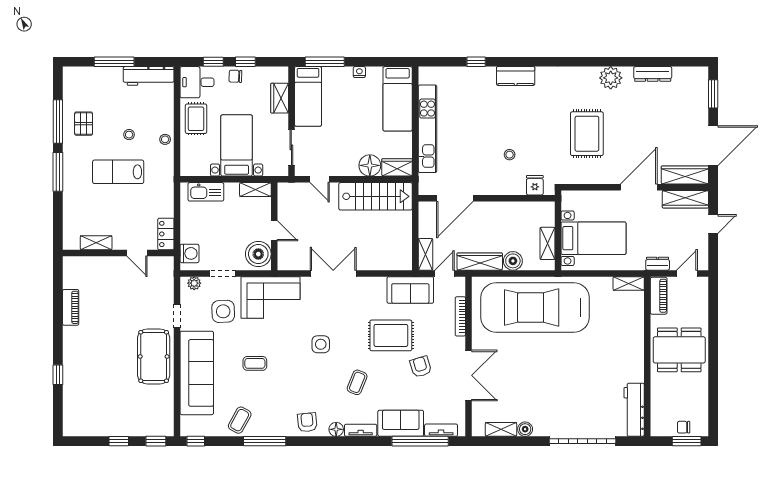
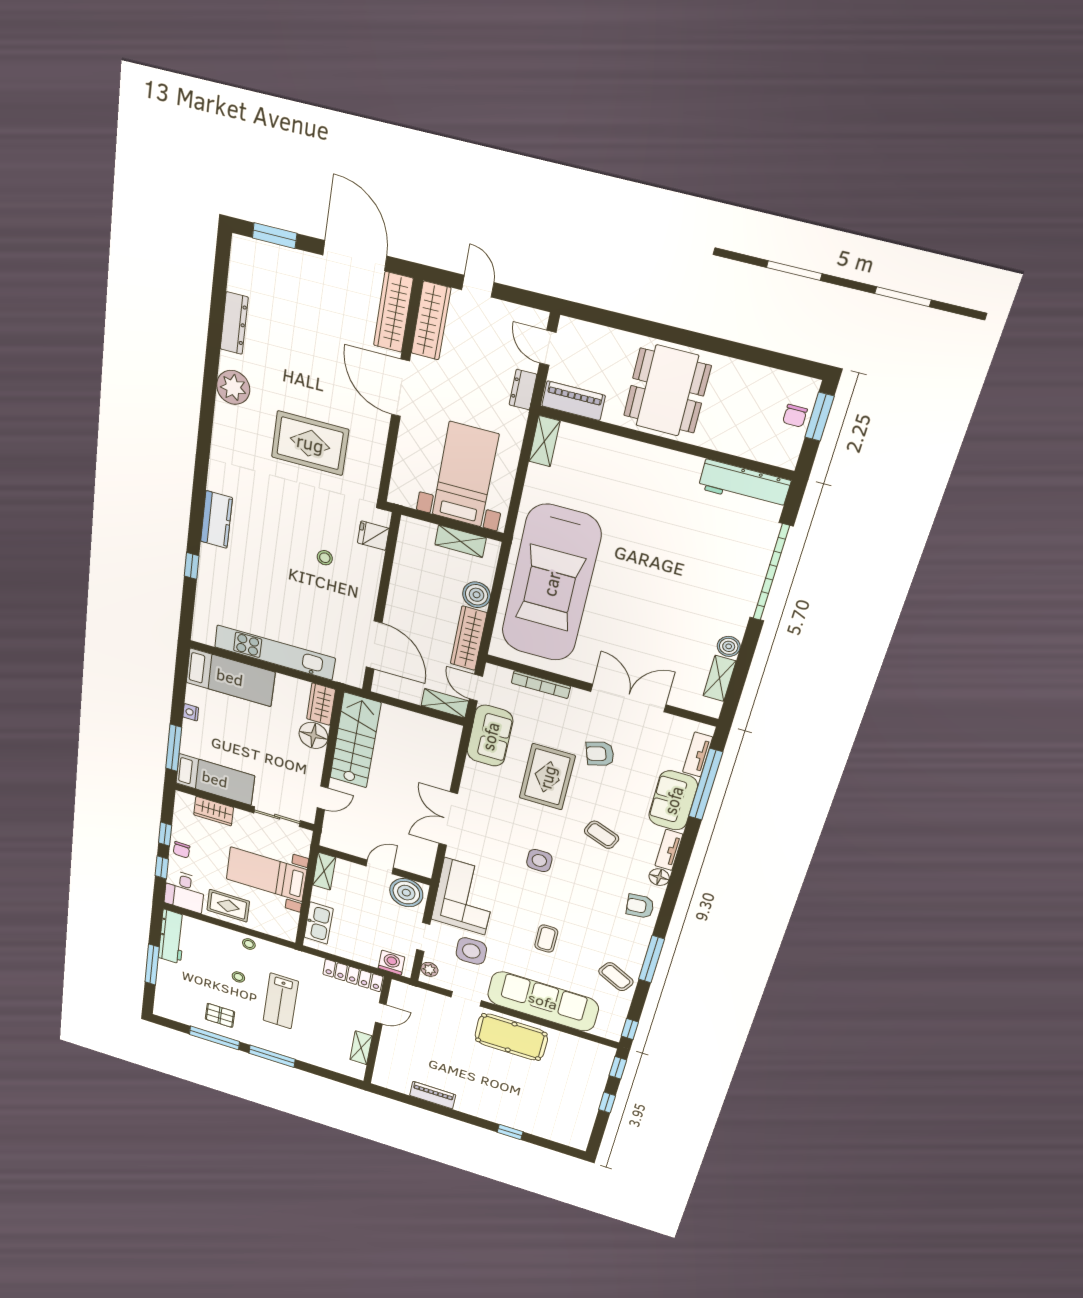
locker: (166, 234) -> (353, 975), width x1.53

